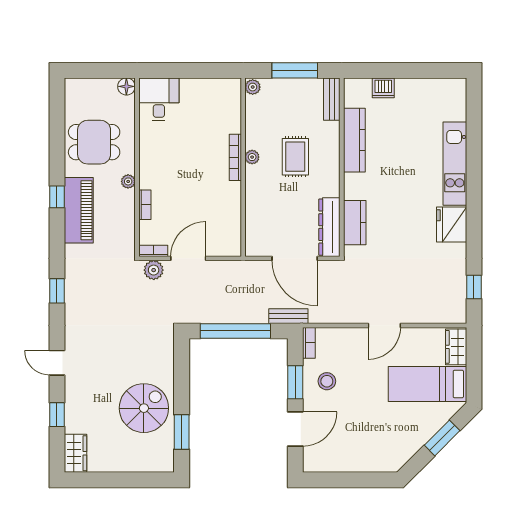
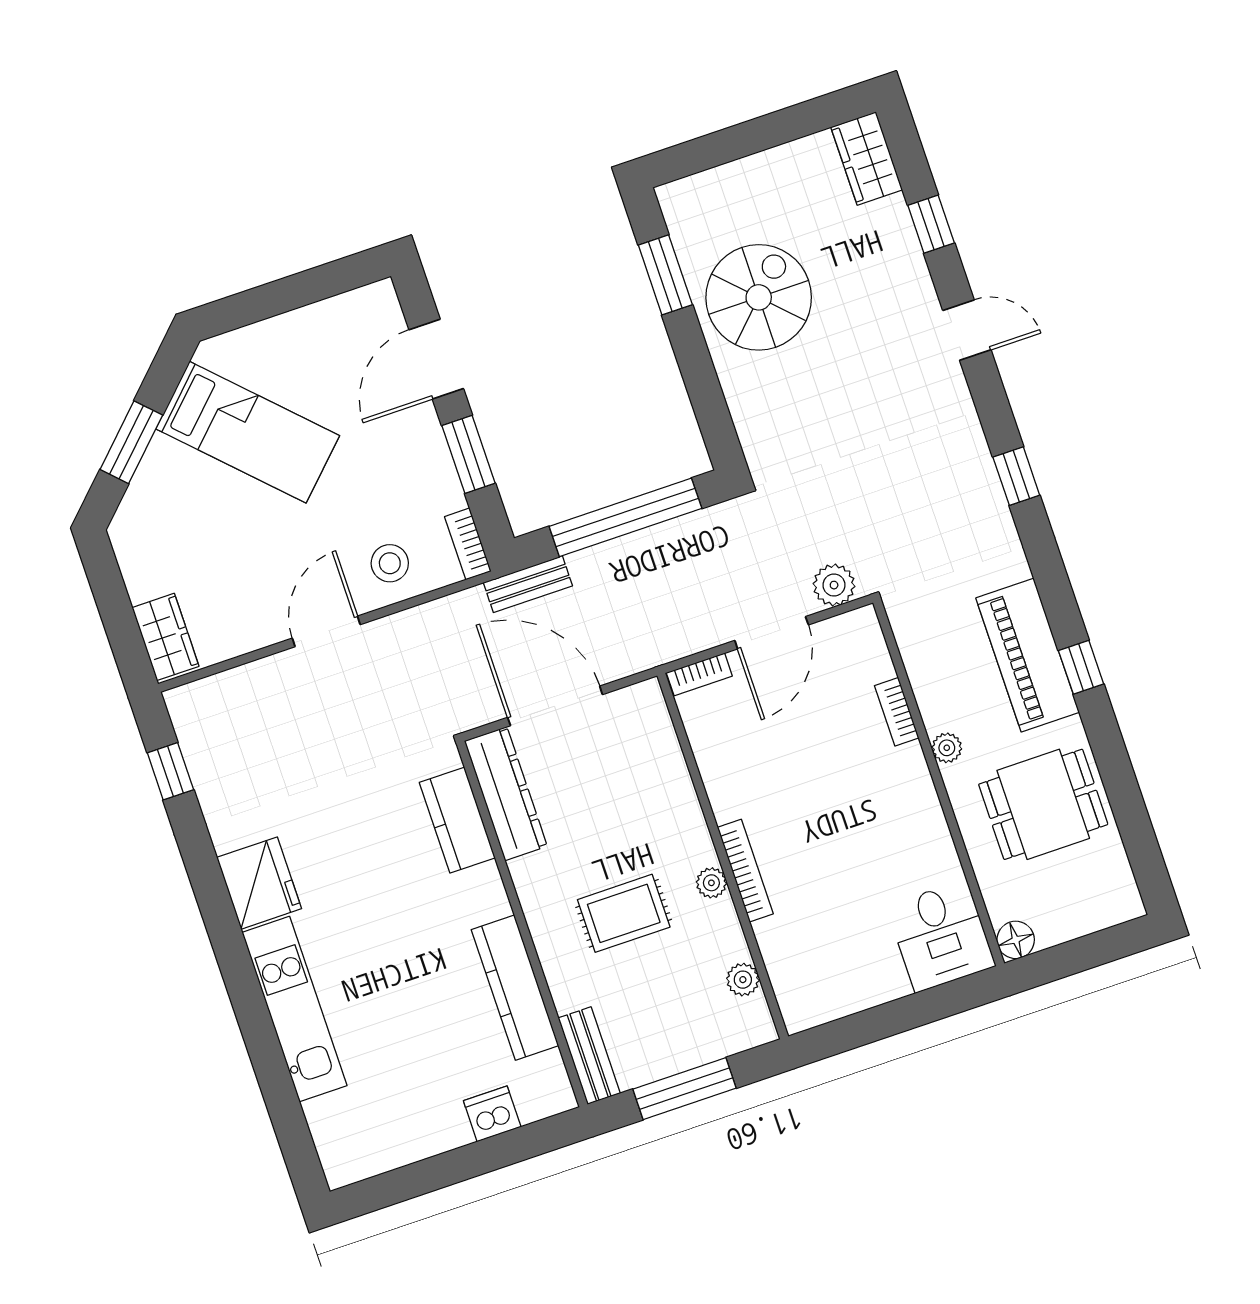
plant: (253, 87) -> (743, 980), moved
rug: (295, 157) -> (624, 913), turned 90
bookcase: (153, 251) -> (699, 674), moved
stool: (327, 381) -> (390, 563), moved
bed: (427, 384) -> (248, 432), moved, turned 45
spiral stairs: (144, 408) -> (759, 297), turned 180

